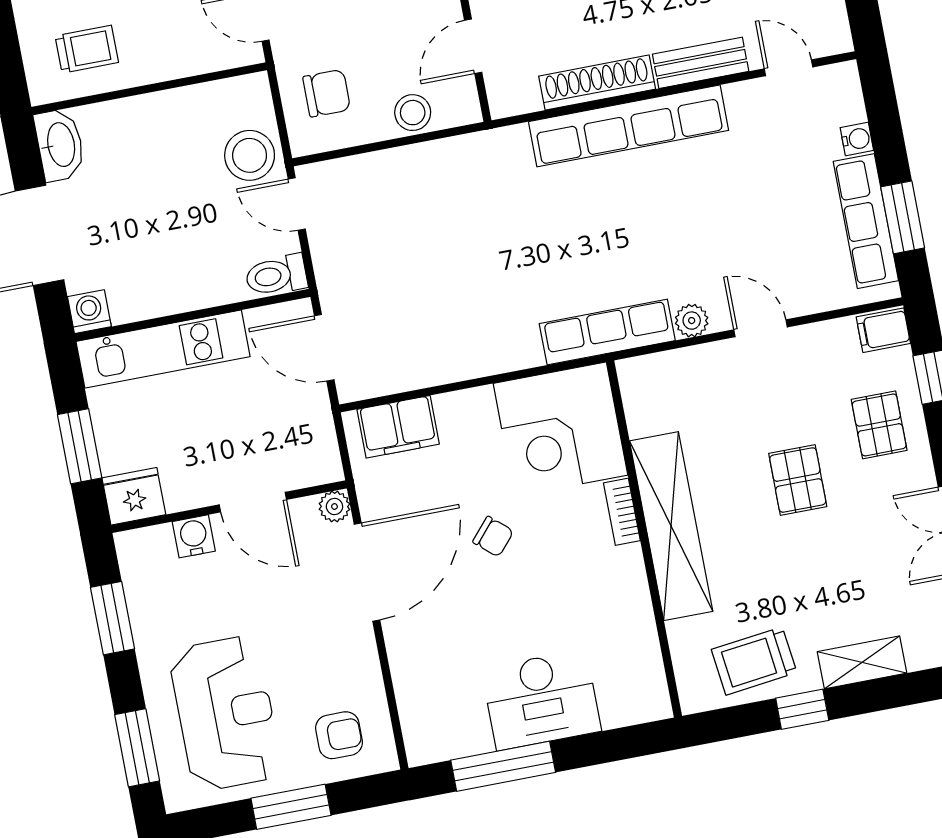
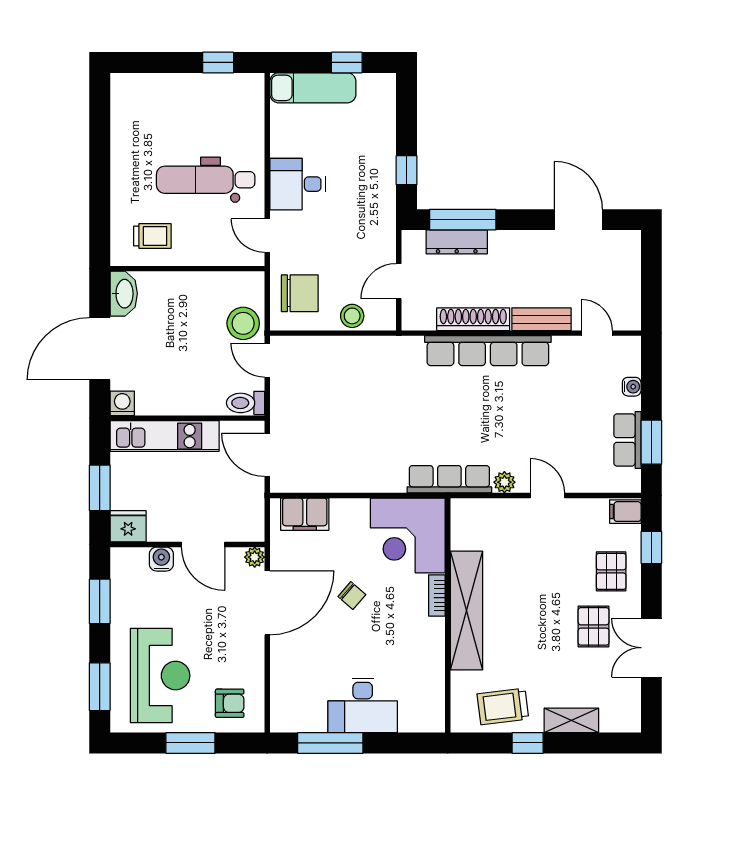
chair: (327, 93) -> (300, 293), width x1.37, depth x1.37
row of seats: (866, 221) -> (627, 440), width x0.68
pallet: (798, 480) -> (594, 626), moved

